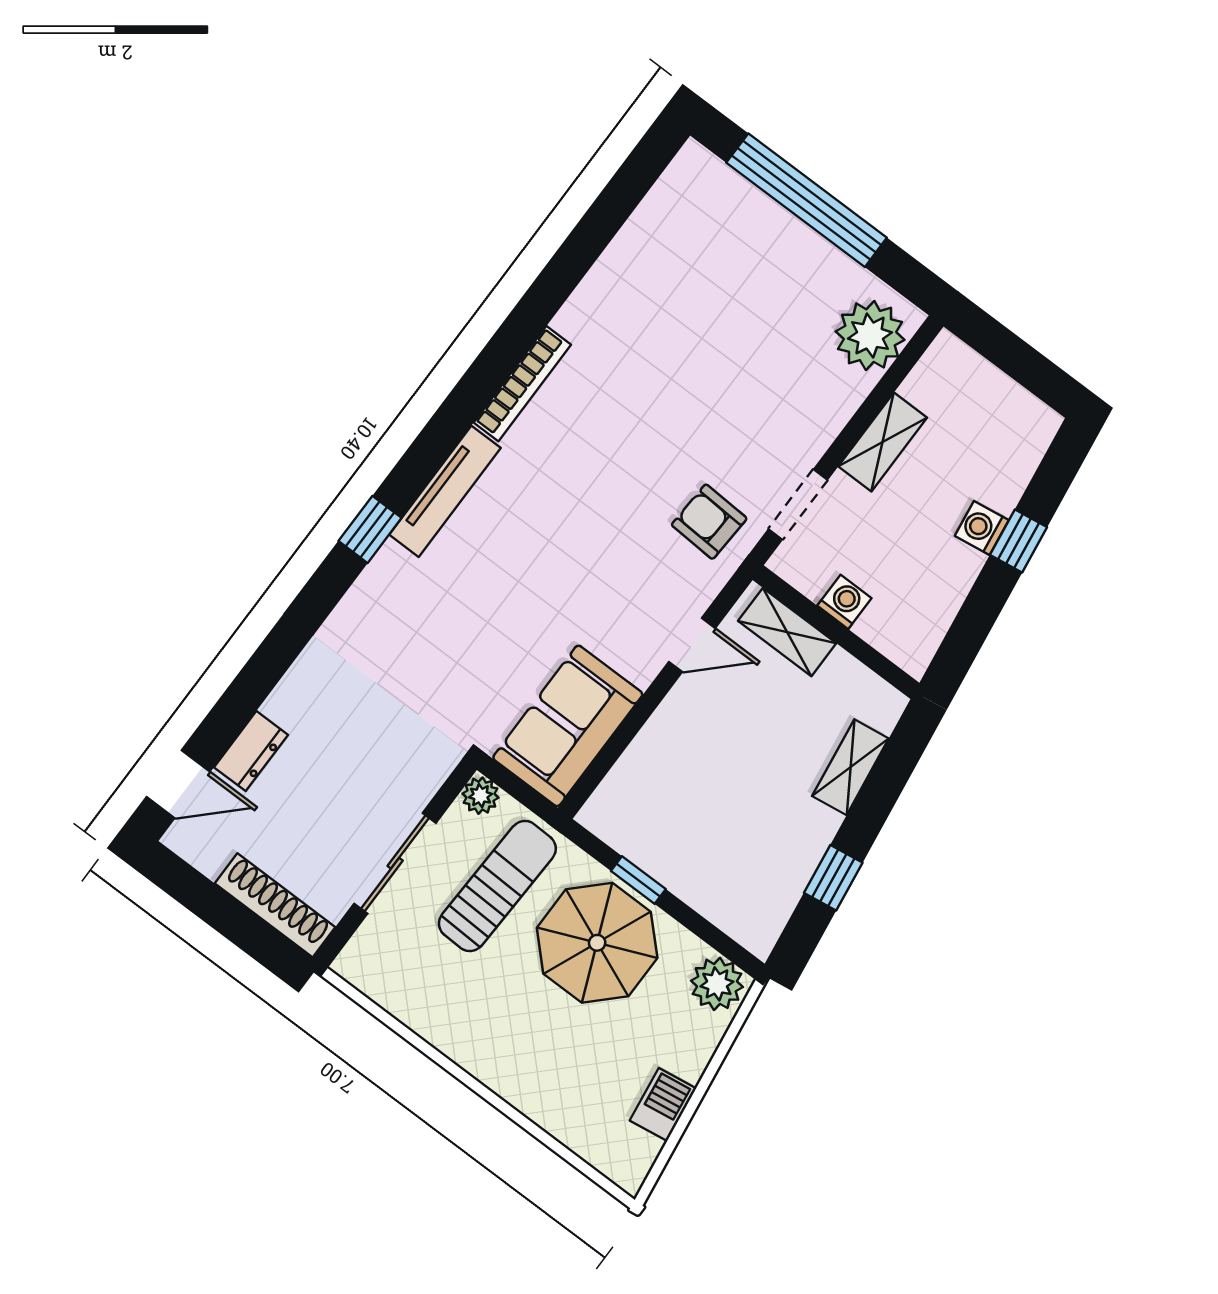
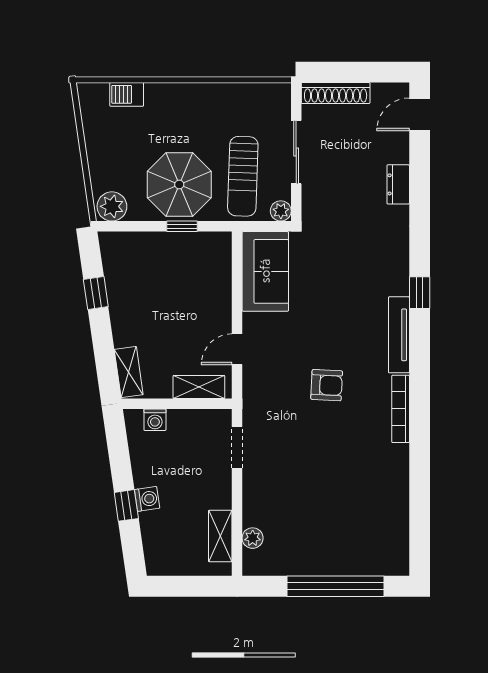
plant: (870, 336) -> (253, 538), width x0.53, depth x0.53
shelving: (883, 442) -> (220, 536), moved
armchair: (709, 522) -> (327, 385), moved
washing machine: (844, 602) -> (155, 420), moved
dresser: (251, 751) -> (398, 184), moved
shelving: (850, 767) -> (129, 372), moved
barbecue: (663, 1104) -> (127, 94), moved, turned 98

